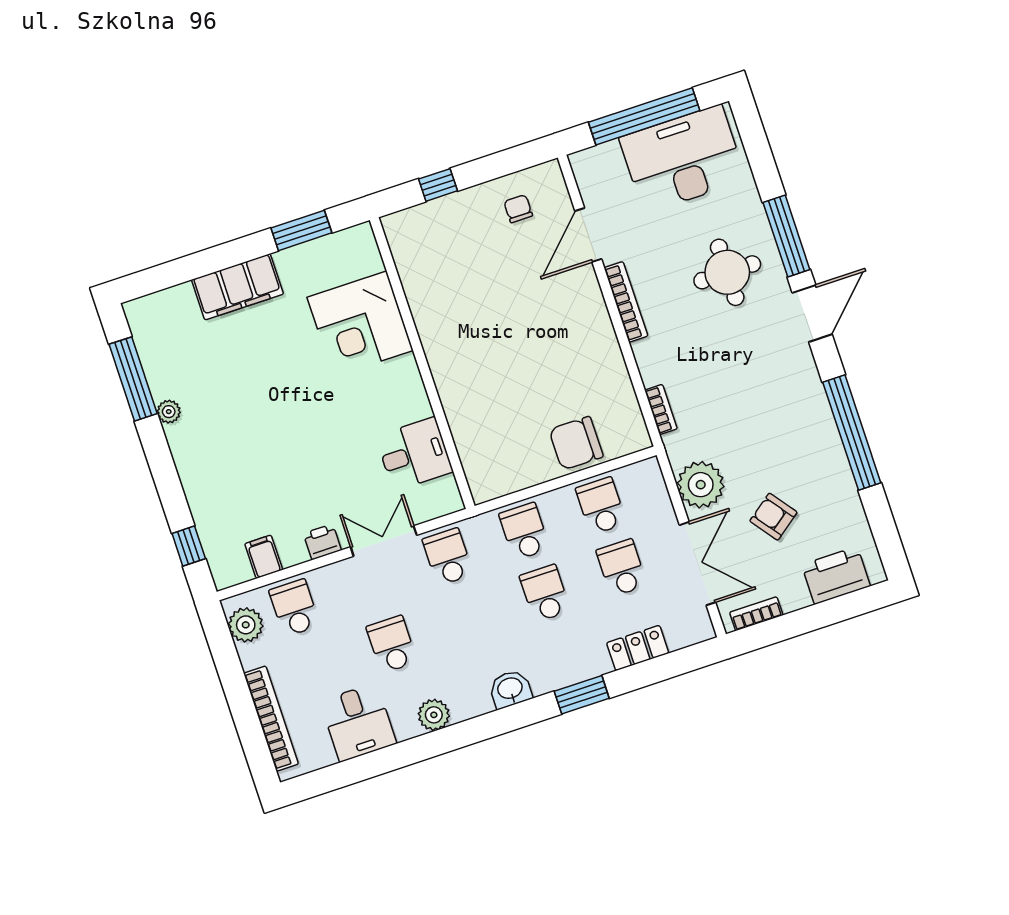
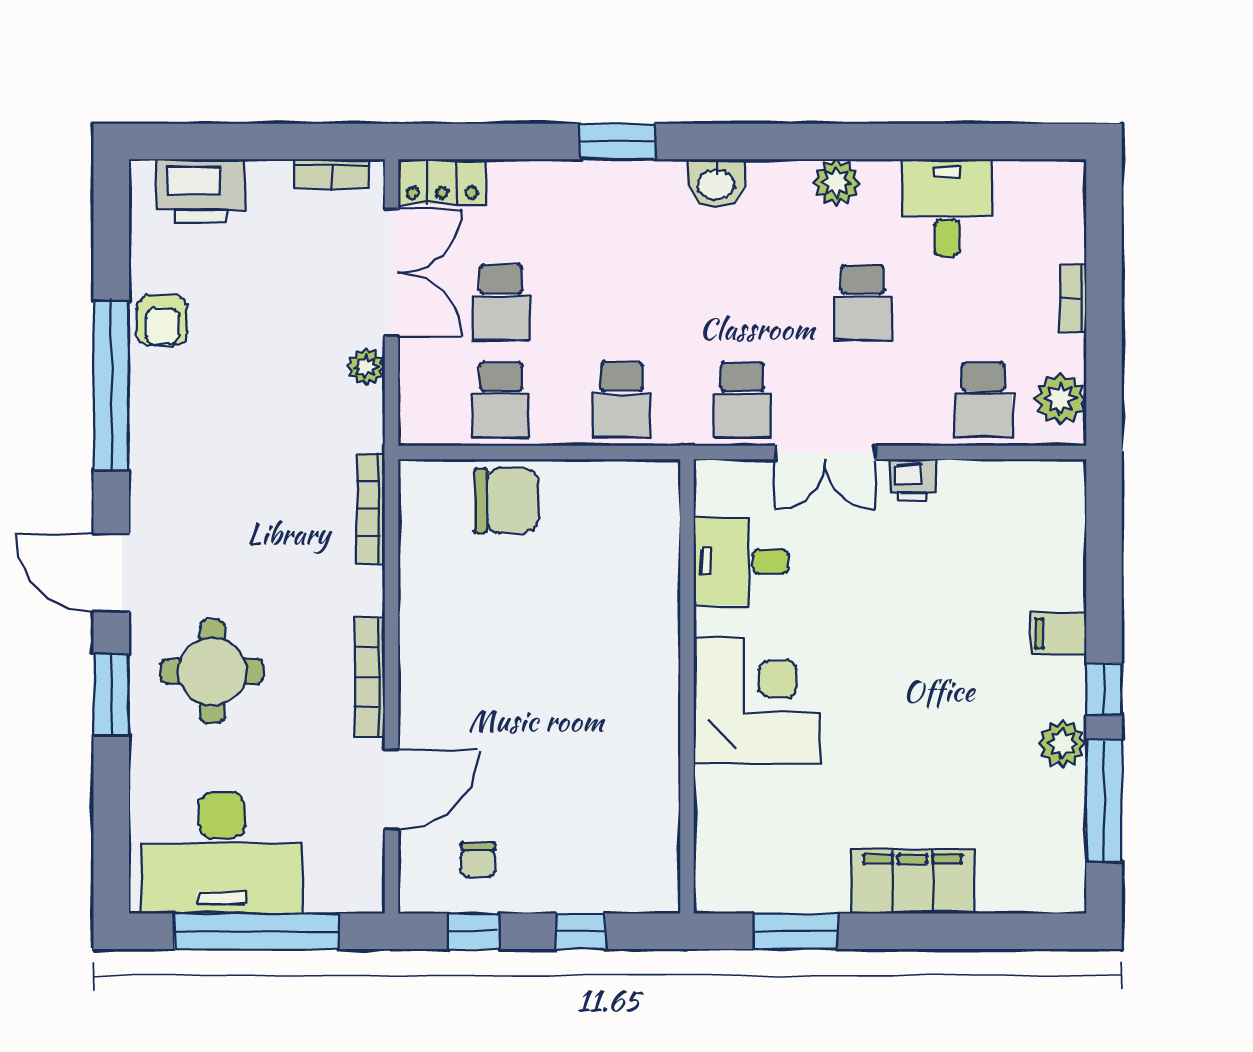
window: (506, 162) -> (474, 931), added
window: (786, 236) -> (111, 695), width x0.69
door: (812, 314) -> (111, 573), hinge flipped
corner desk: (360, 324) -> (756, 700), moved
bookcase: (661, 409) -> (371, 508), width x1.56
plant: (169, 412) -> (1062, 744), width x1.38, depth x1.38
plant: (701, 485) -> (366, 367), width x0.53, depth x0.53
armchair: (773, 517) -> (162, 320), moved, turned 37
window: (189, 546) -> (1104, 689), moved
filing cabinet: (264, 557) -> (1059, 633), moved, turned 90
double door: (698, 564) -> (391, 273), swing flipped
school desk: (545, 593) -> (622, 303), removed
locker: (638, 648) -> (442, 181), moved
bookcase: (271, 719) -> (1073, 298), width x0.43, depth x0.76

